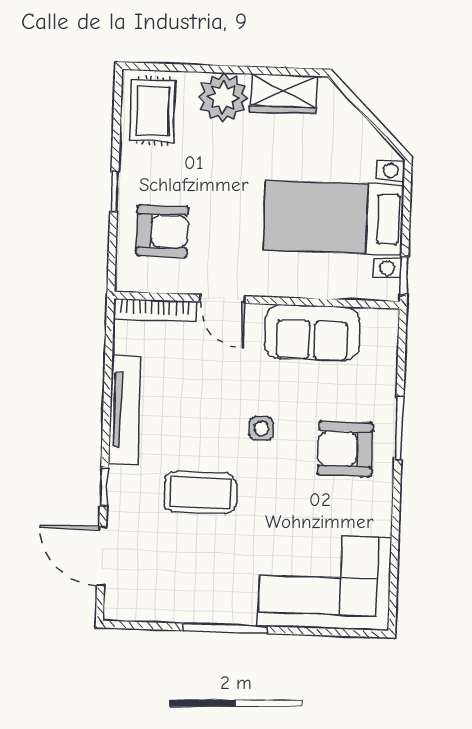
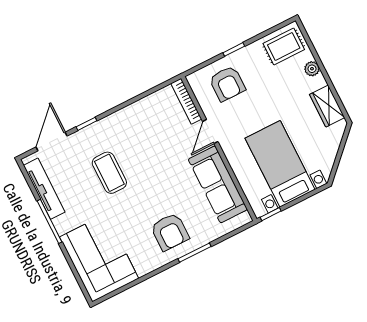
plant: (223, 97) -> (312, 69), width x0.53, depth x0.53
sofa: (312, 333) -> (218, 184), width x1.36
tv unit: (125, 410) -> (44, 189), moved, turned -90
side table: (262, 428) -> (157, 185), removed
armchair: (345, 449) -> (170, 232), turned 180

